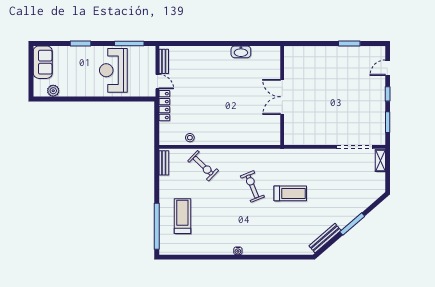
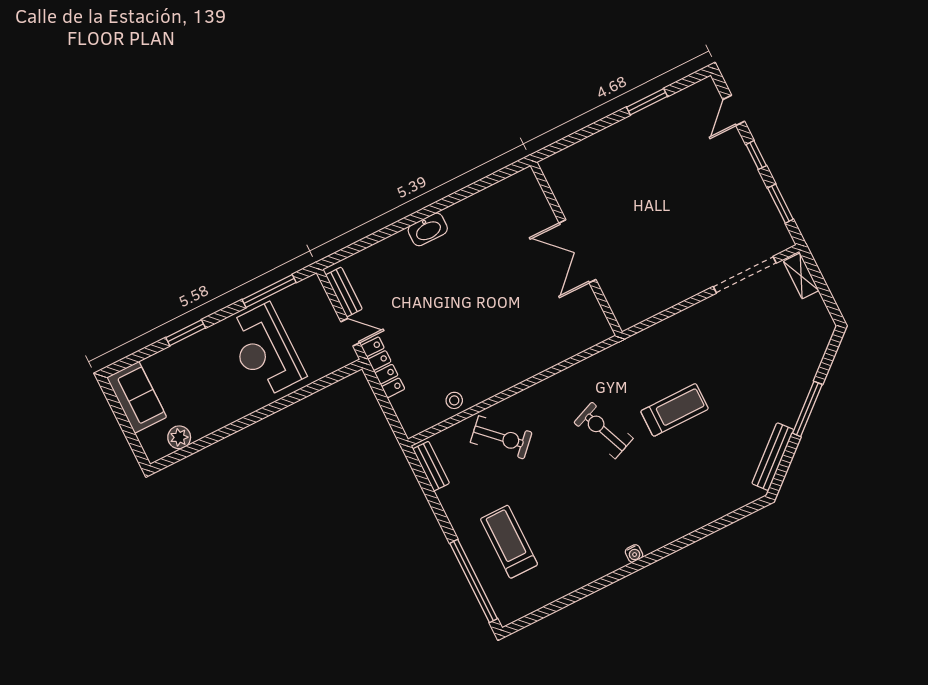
washbasin: (241, 52) -> (428, 229), moved

